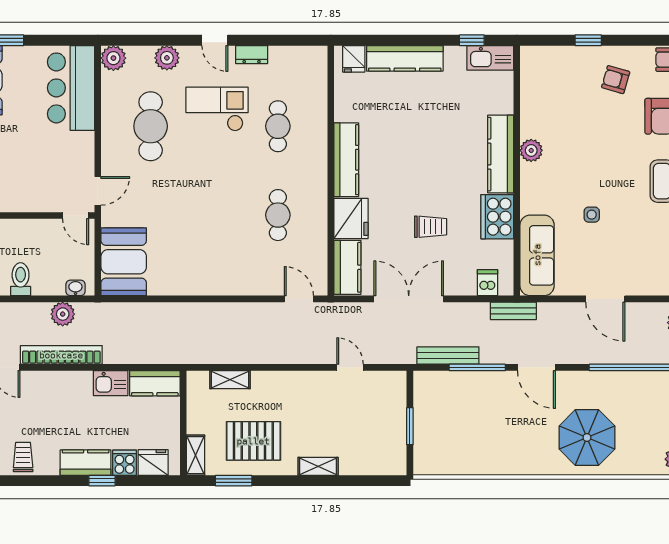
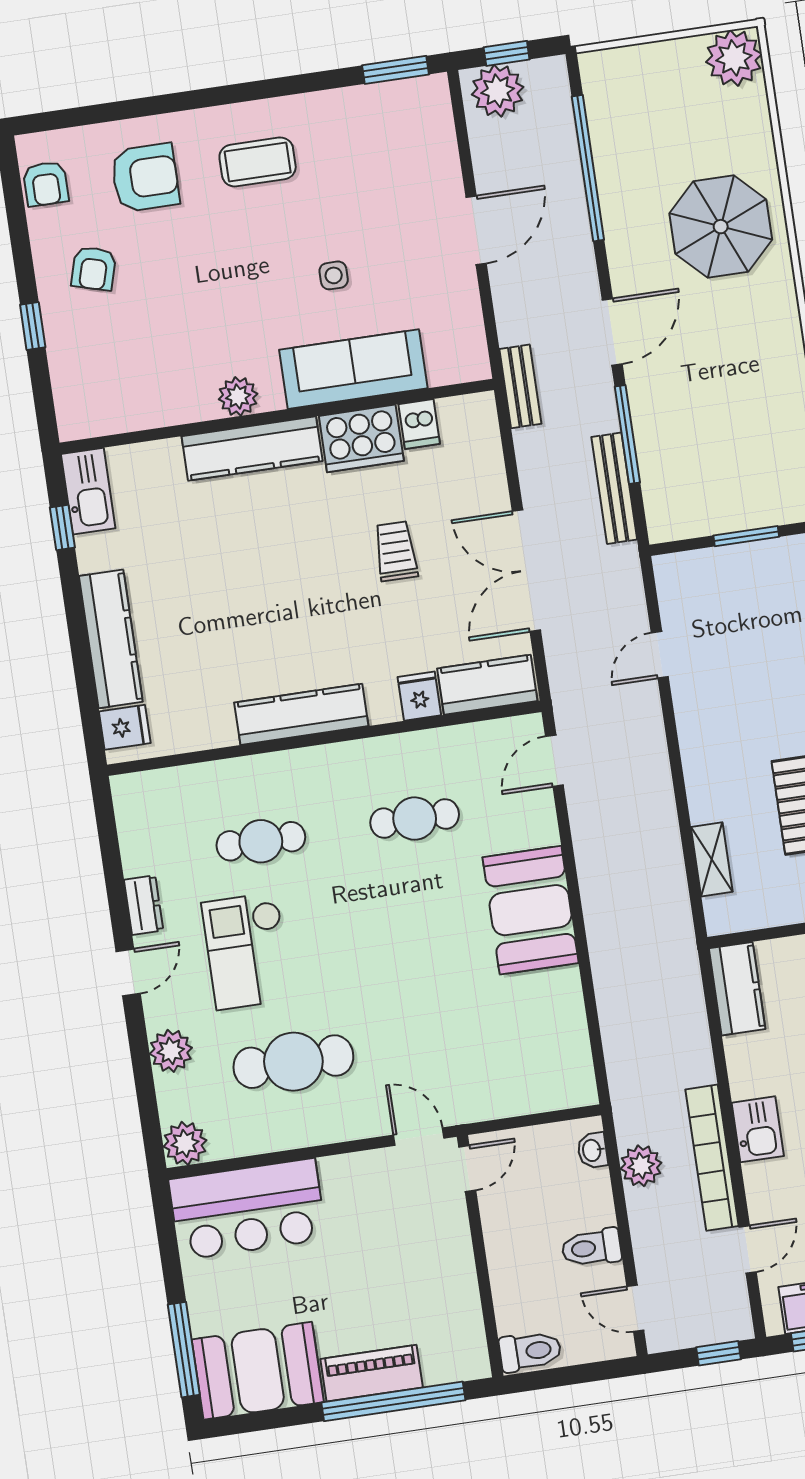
fridge: (351, 218) -> (419, 696), width x0.53, depth x0.75
sofa: (537, 255) -> (353, 369), moved
booth: (124, 262) -> (531, 910), moved, turned 90
dishwasher: (487, 283) -> (419, 424), moved, turned -90
kitchen sink: (111, 383) -> (758, 1129), moved

